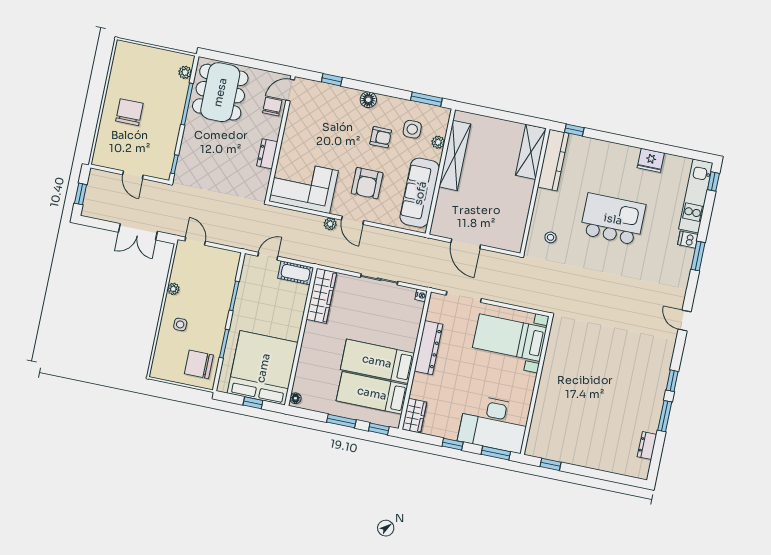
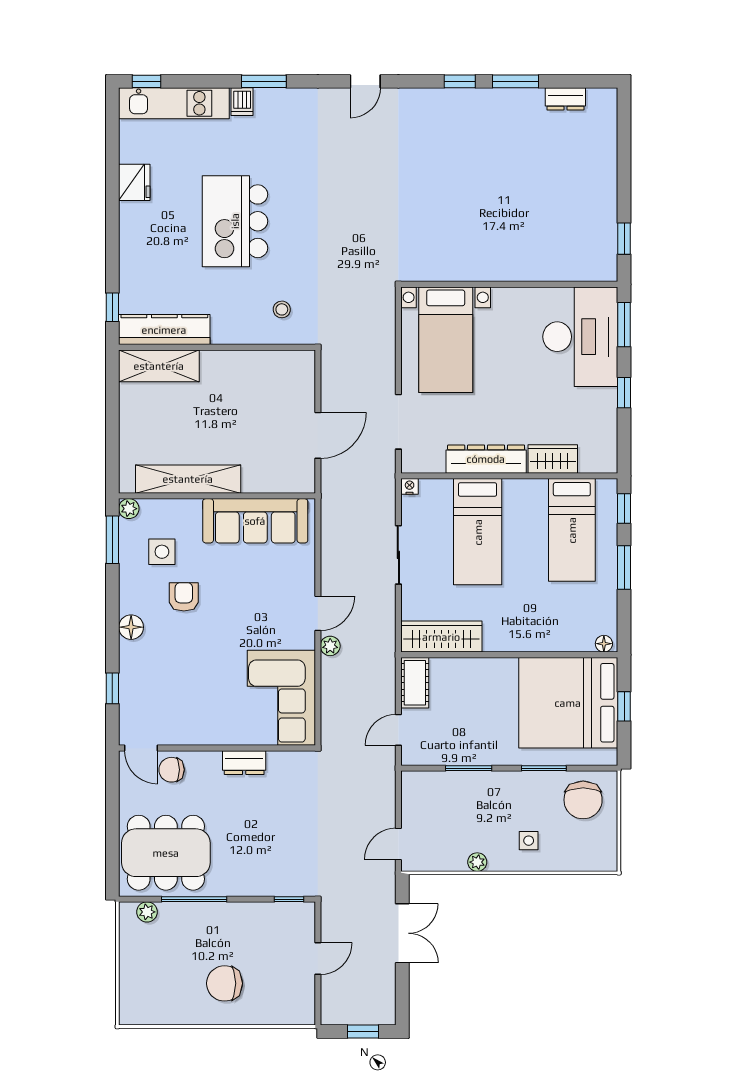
plant: (438, 142) -> (129, 509), moved
armchair: (367, 183) -> (257, 603), removed
door: (268, 256) -> (398, 730), hinge flipped
bed: (377, 361) -> (478, 532), moved
wardrobe: (414, 416) -> (553, 459), moved

